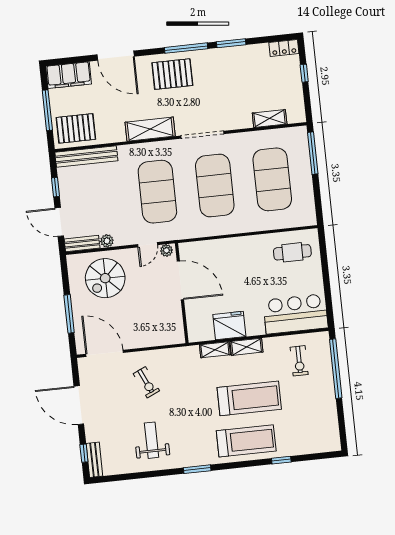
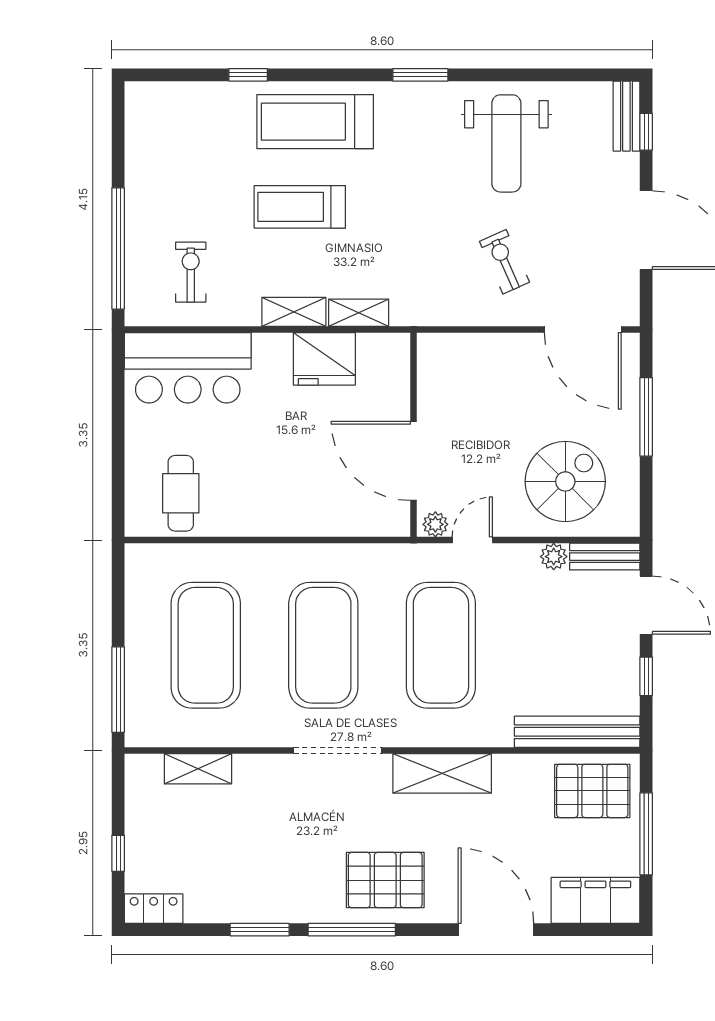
cafe table: (292, 252) -> (181, 493), turned 90
treadmill: (249, 398) -> (300, 207), width x0.73, depth x0.73
weight bench: (152, 440) -> (506, 143), width x1.36, depth x1.33

